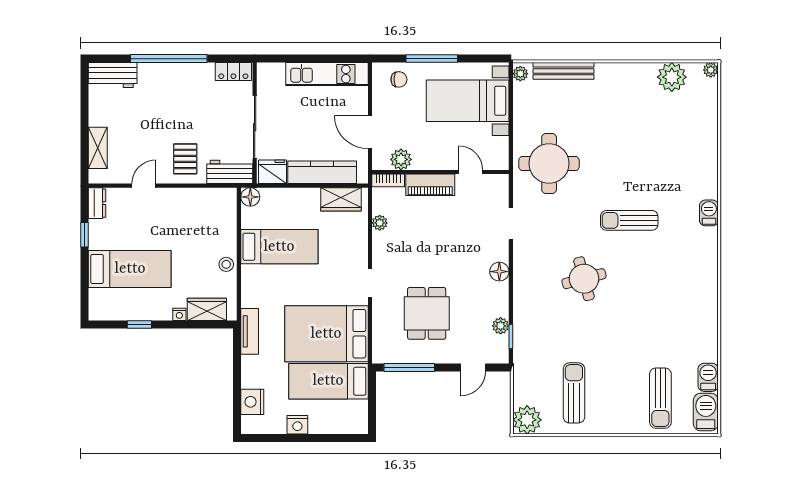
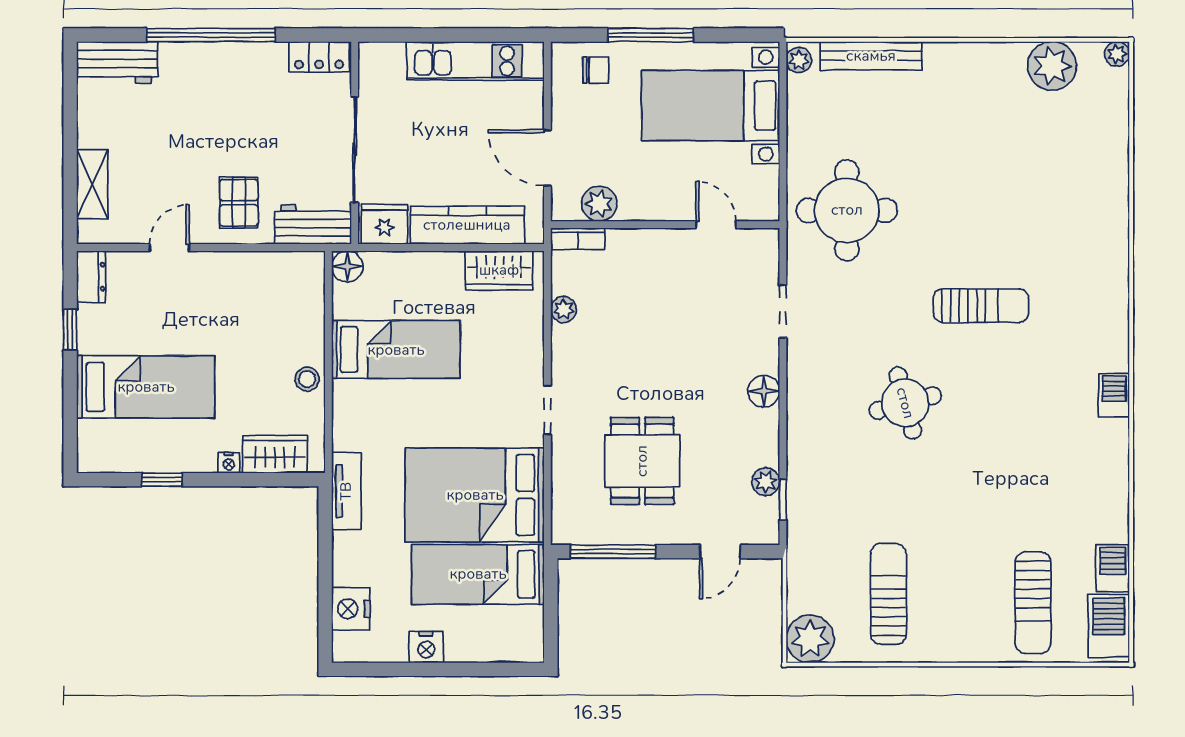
piano: (430, 185) -> (648, 246), removed
barbecue: (709, 213) -> (1114, 395), moved
sun lounger: (629, 220) -> (981, 306), turned 180

